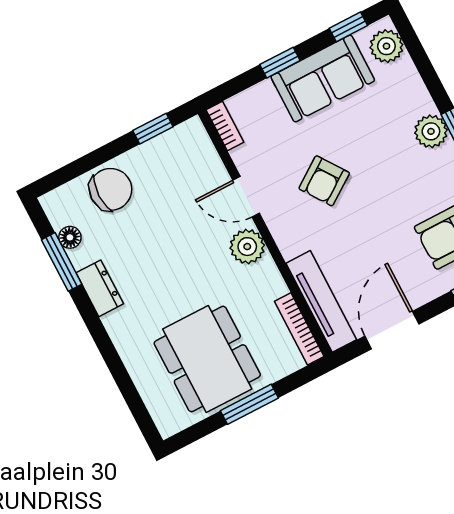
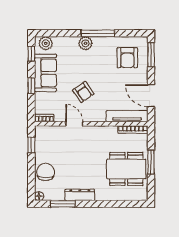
door: (246, 197) -> (74, 124), swing flipped
floor lamp: (70, 237) -> (39, 196), moved
plant: (247, 247) -> (93, 133), removed
dresser: (100, 288) -> (80, 195), width x1.44

